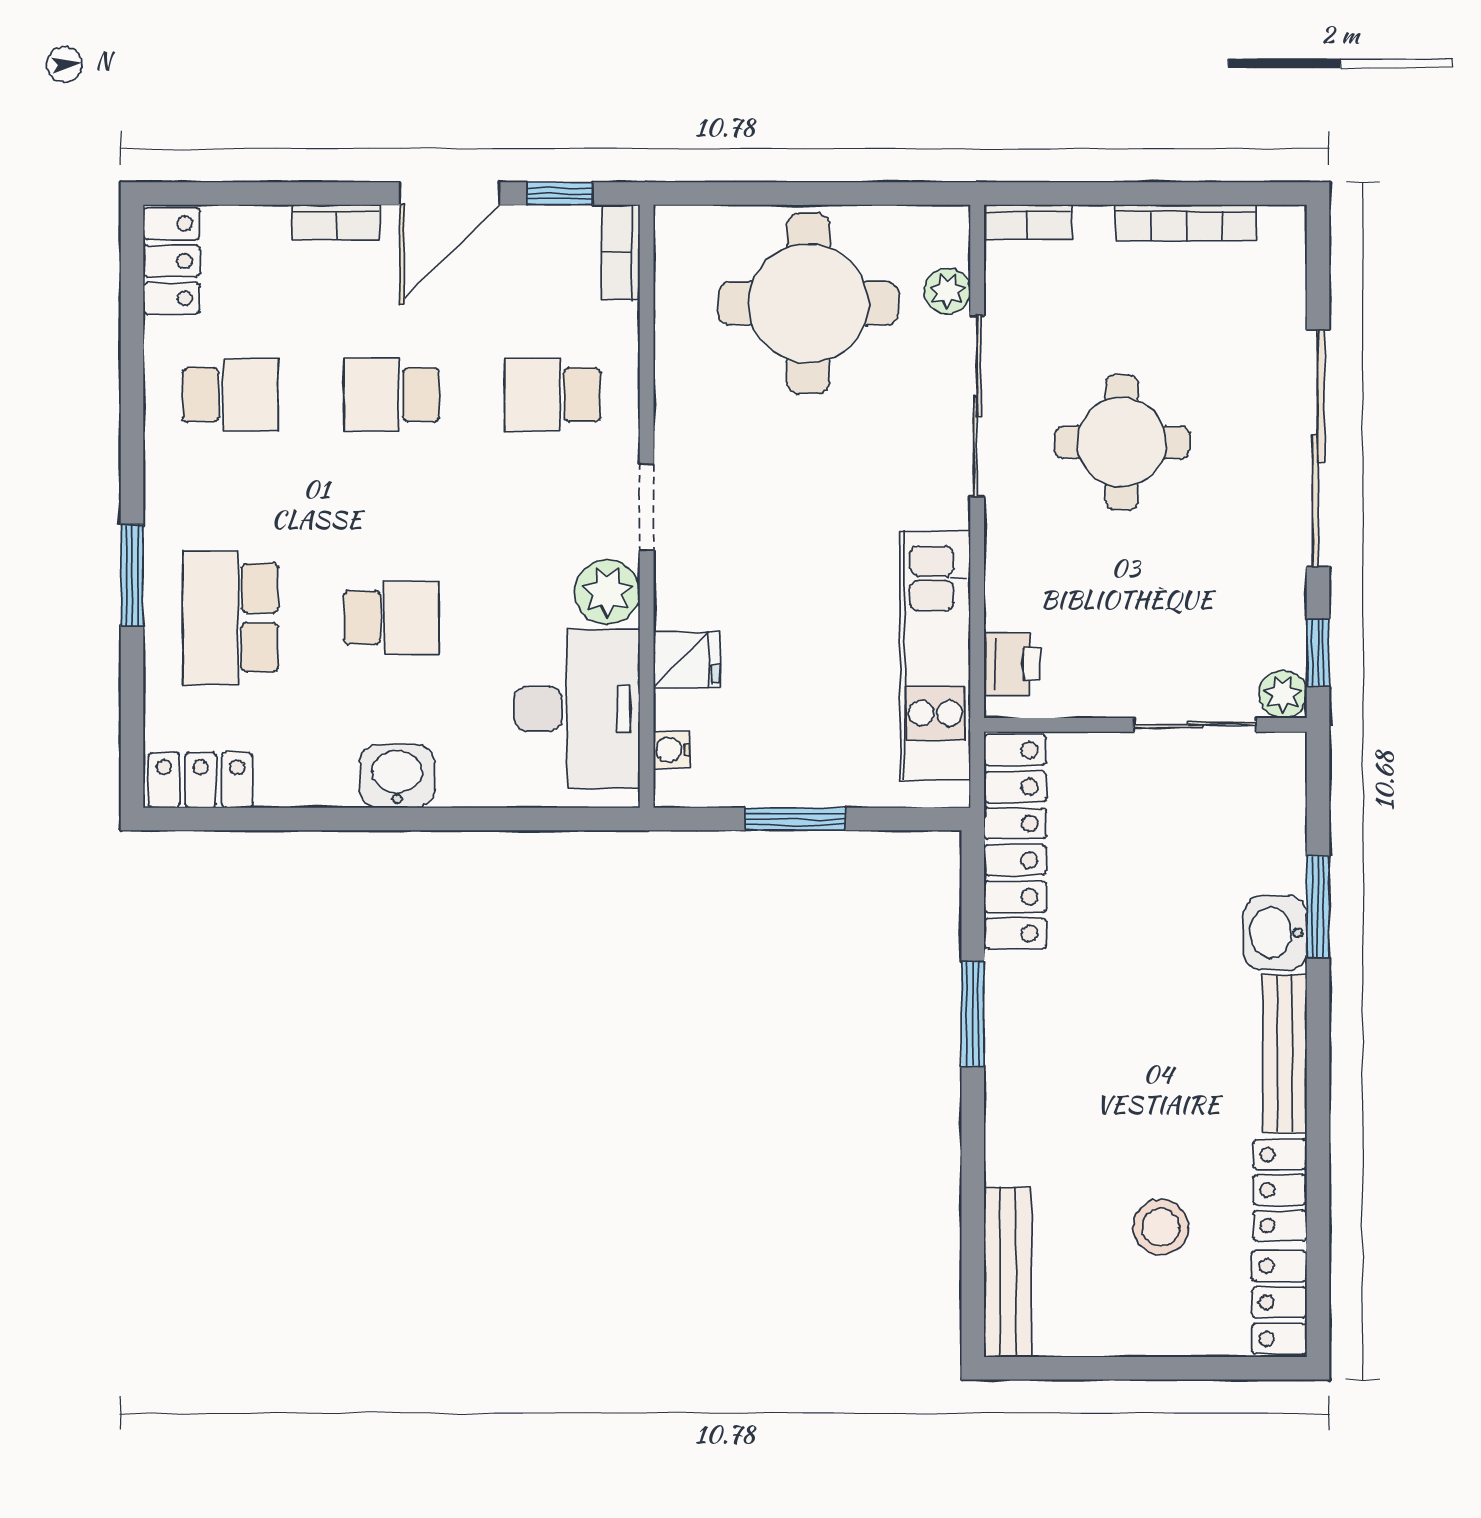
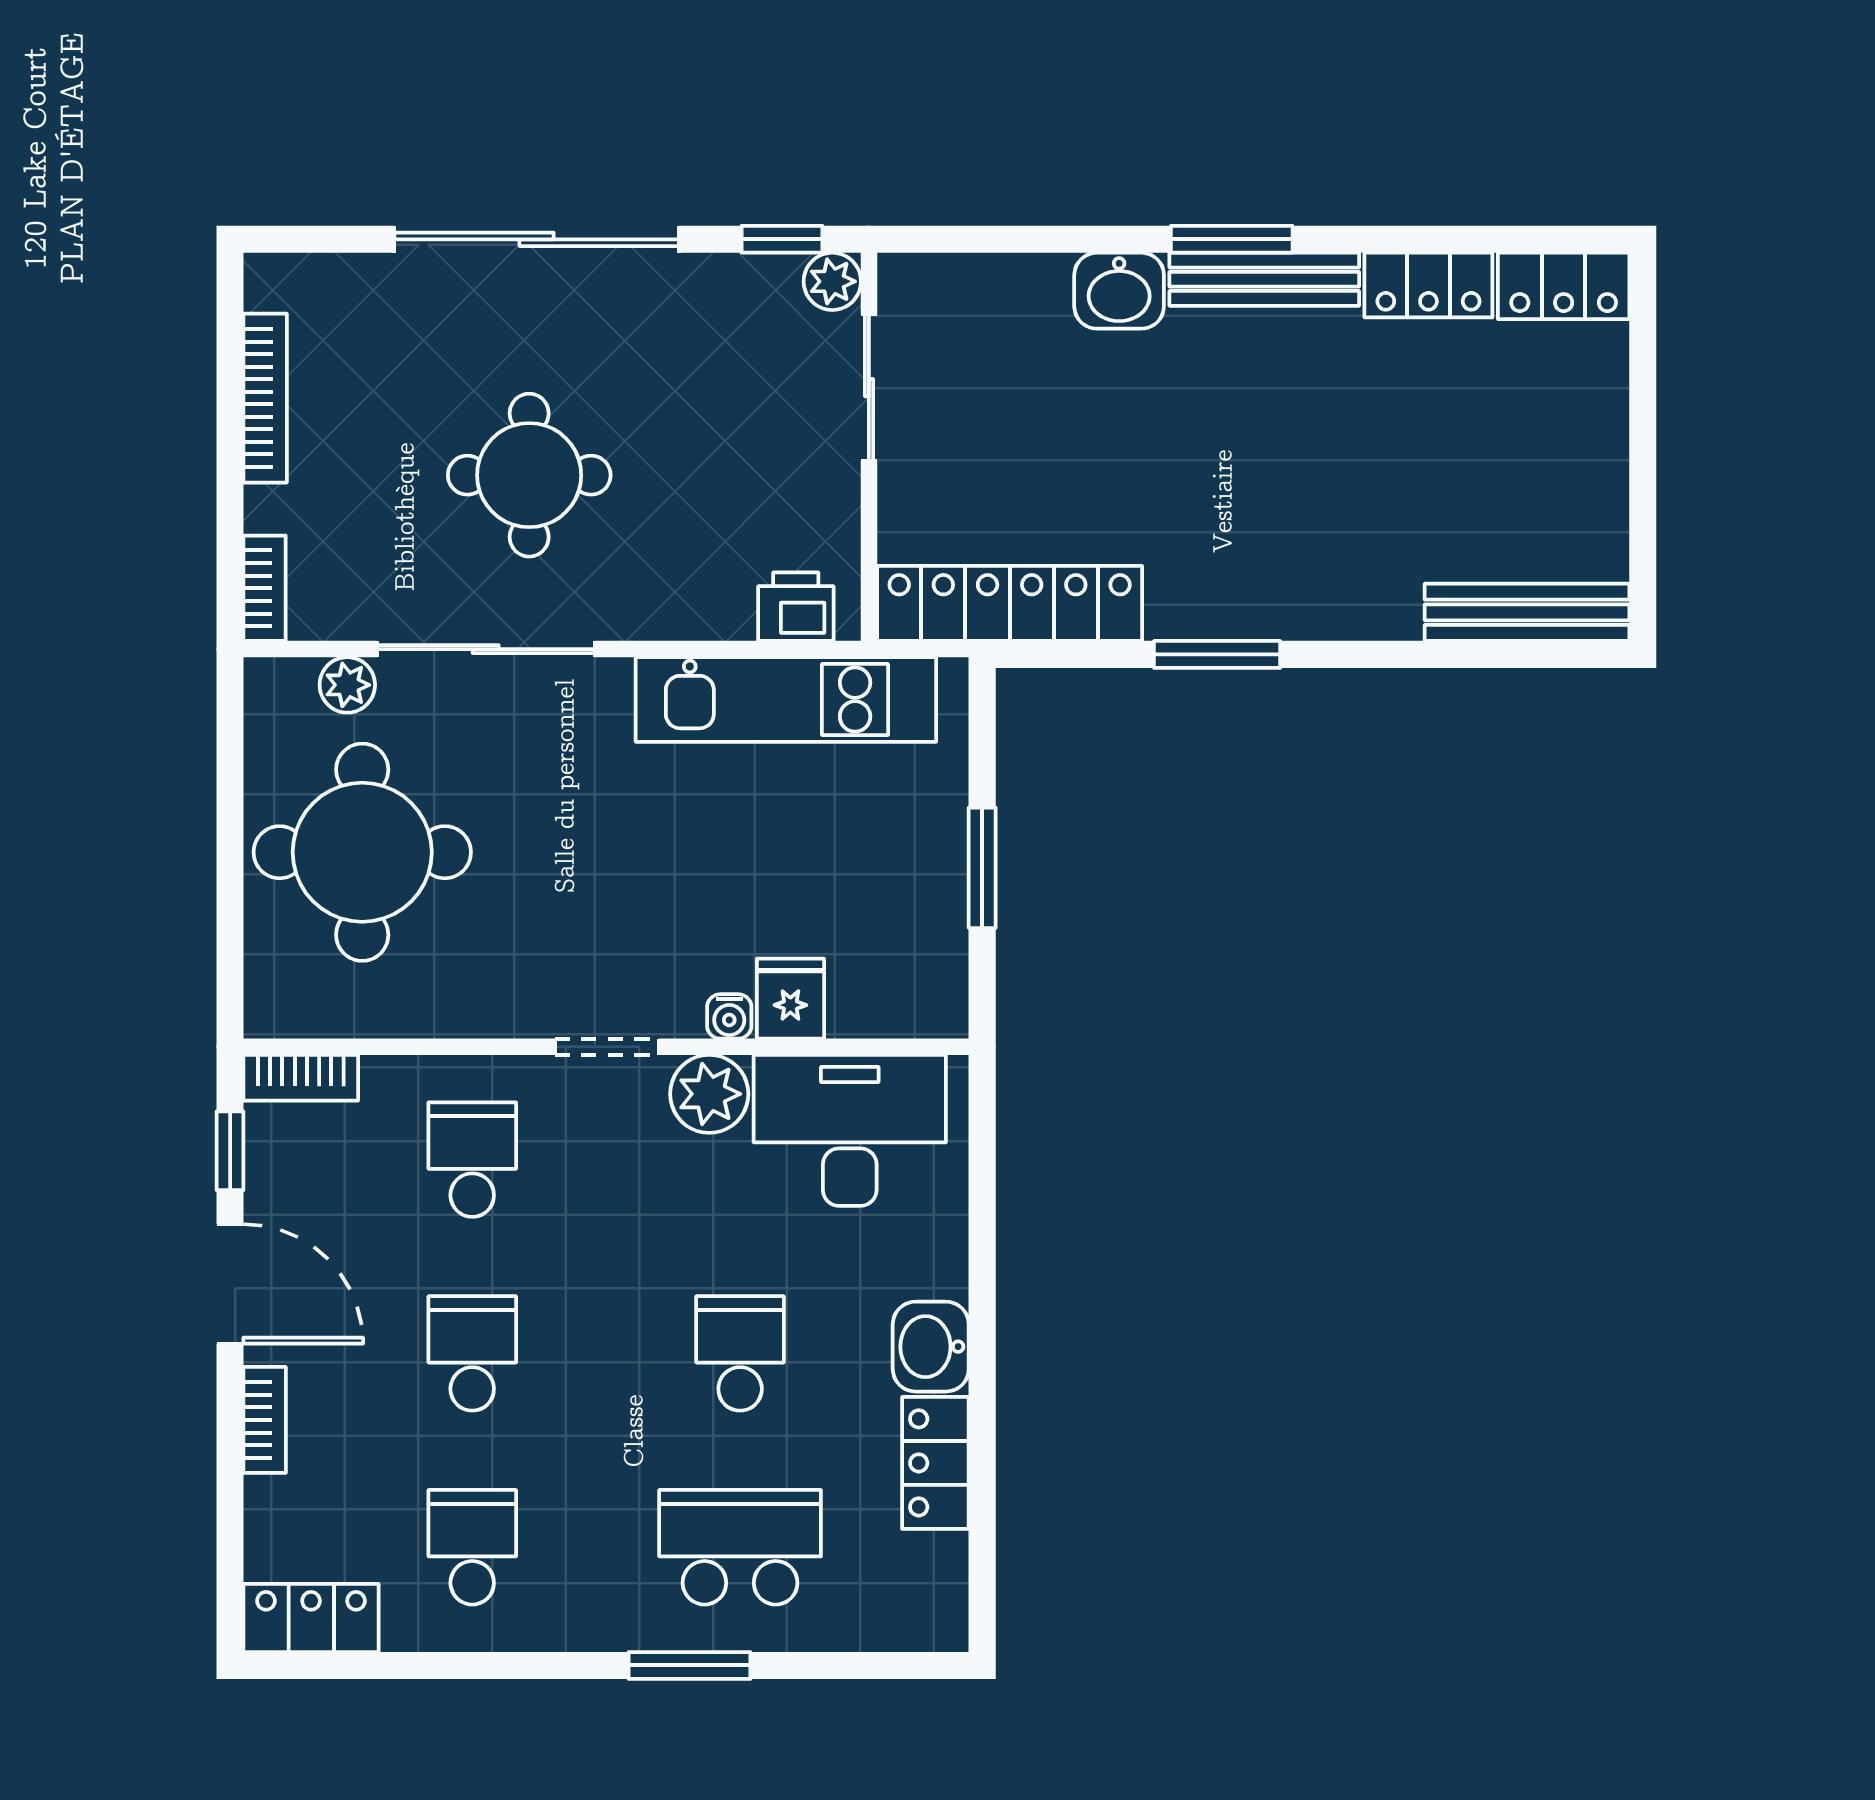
school desk: (392, 395) -> (472, 1353), turned 180
school desk: (553, 395) -> (472, 1160), turned 180
school desk: (230, 618) -> (740, 1547), turned 180
water cooler: (672, 750) -> (729, 1016), moved
locker: (201, 780) -> (935, 1463), moved
window: (1318, 907) -> (1232, 239), moved
stool: (1161, 1227) -> (1473, 428), removed

